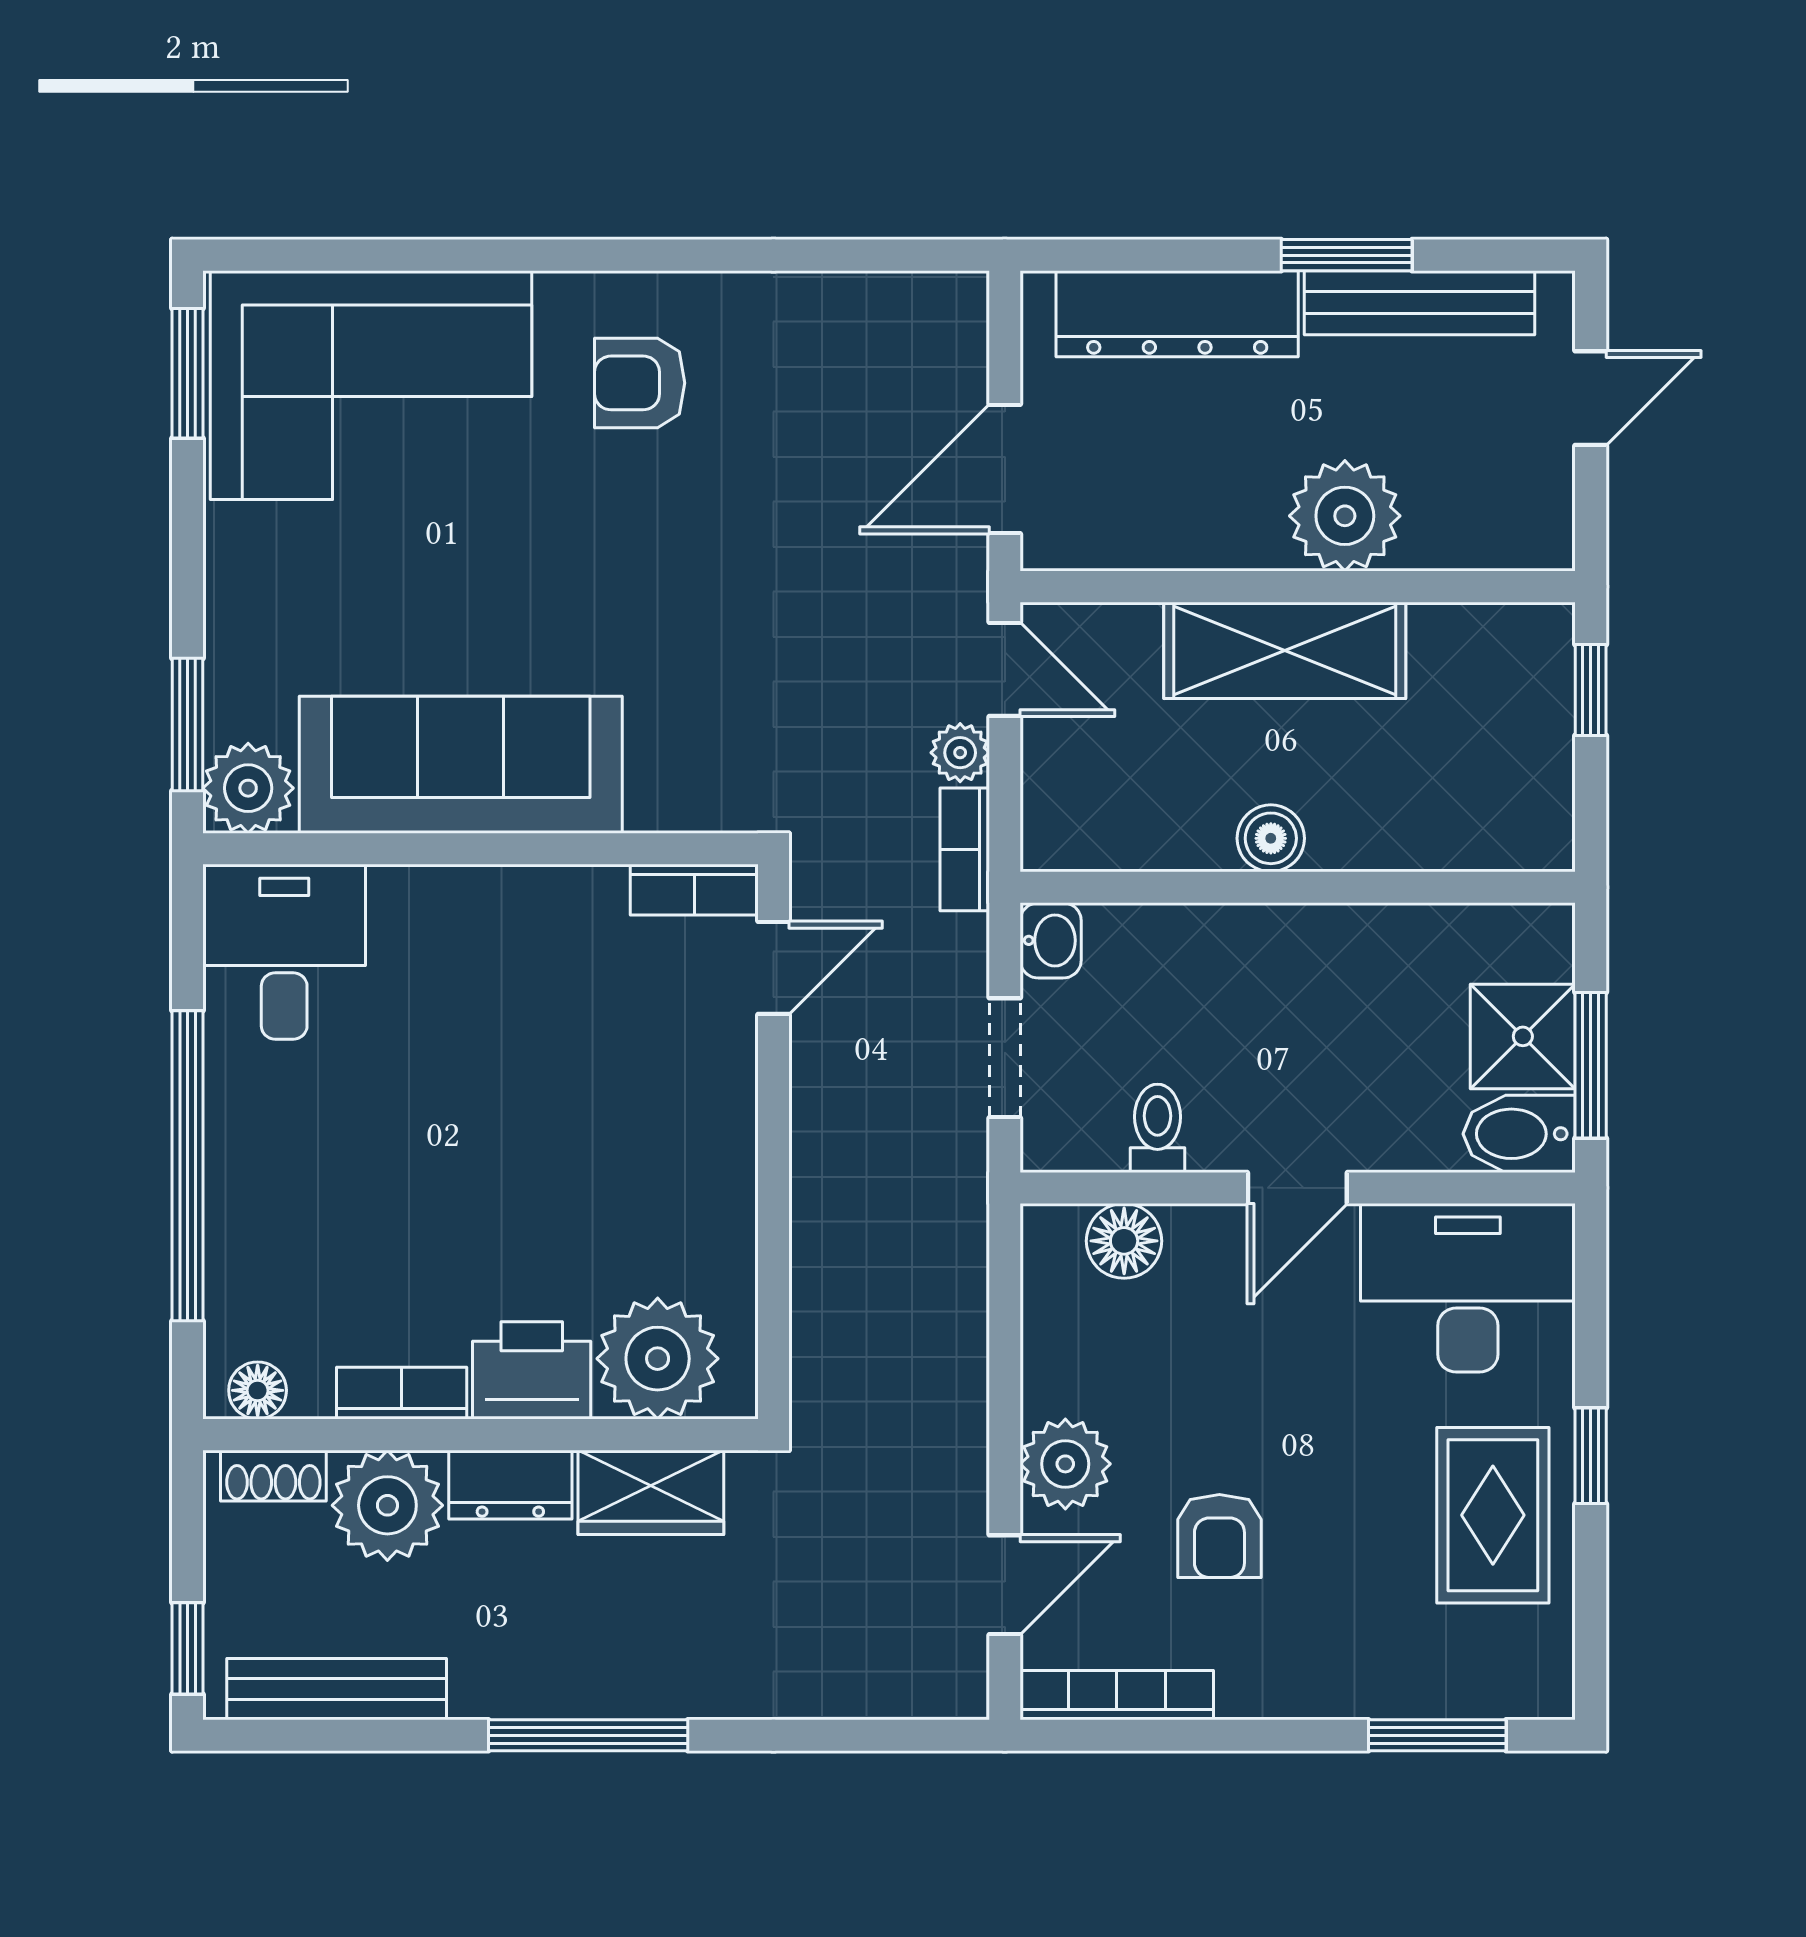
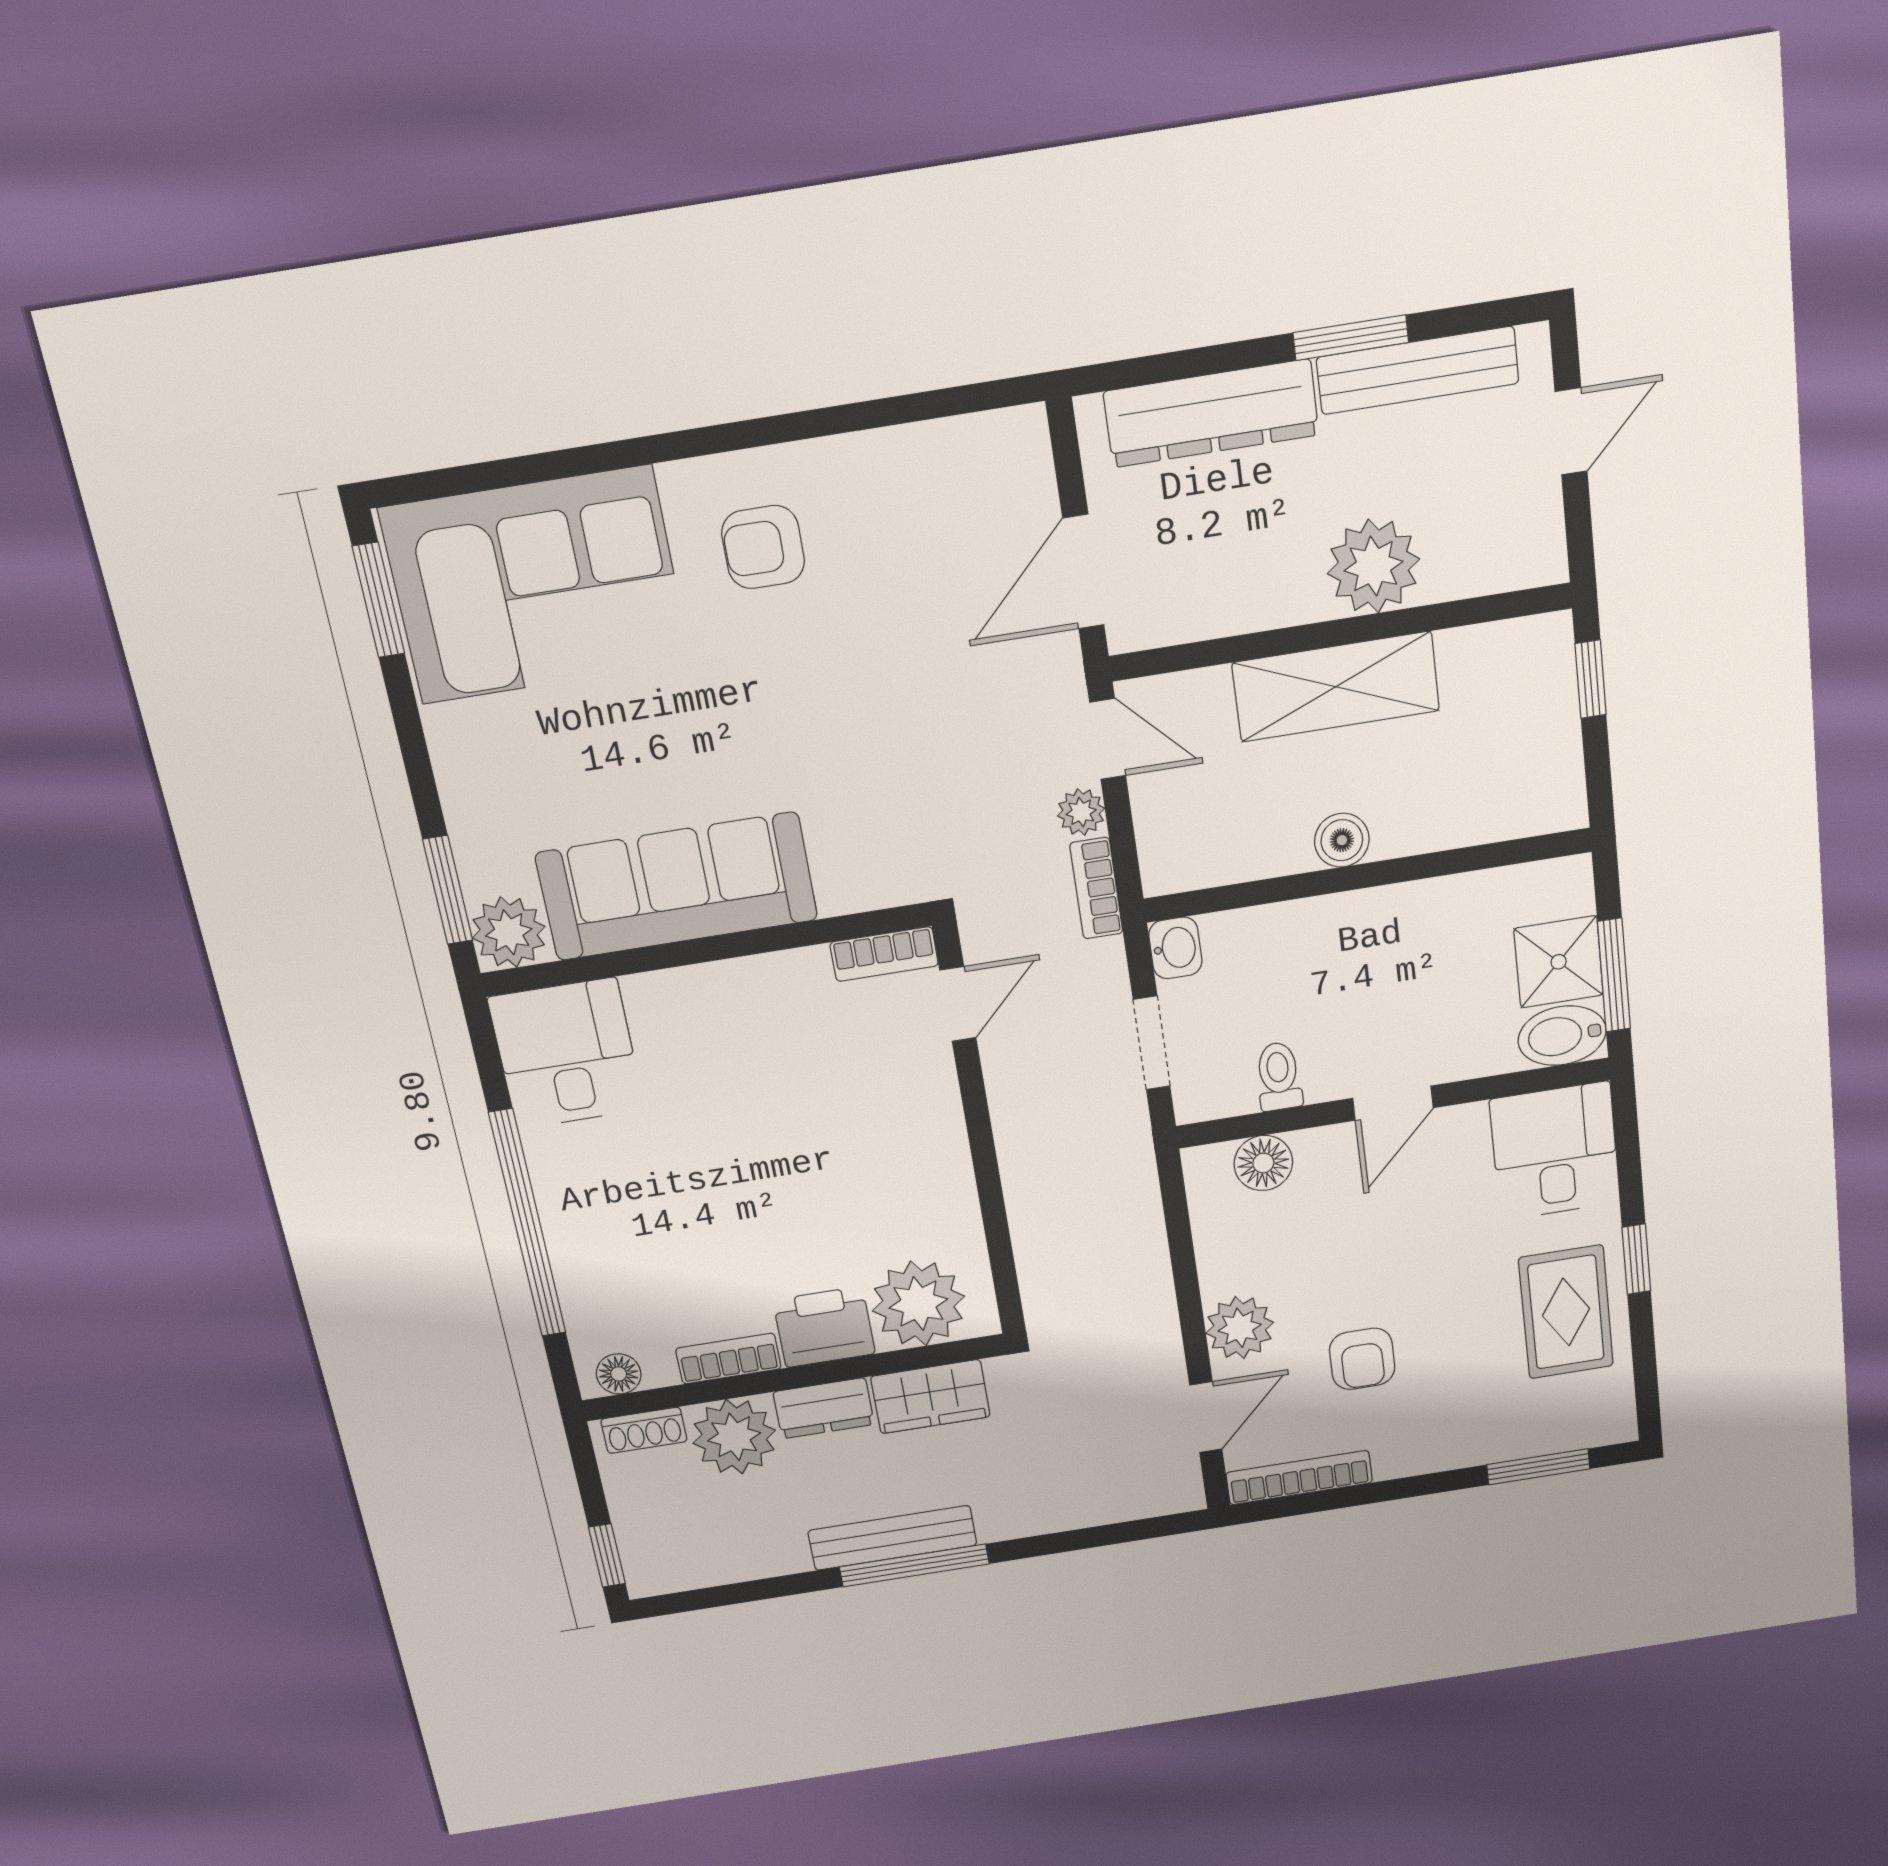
desk: (1468, 1288) -> (1555, 1151), width x0.73
bench: (337, 1689) -> (892, 1538), moved

